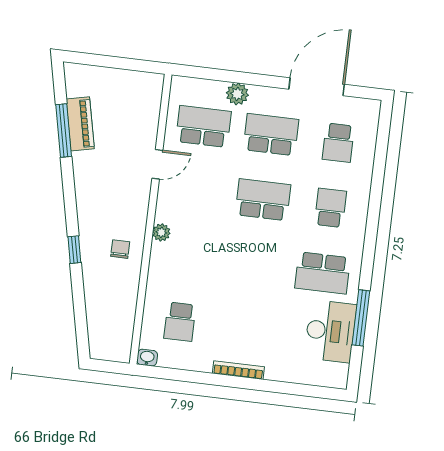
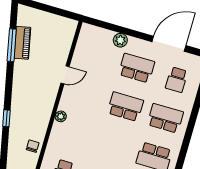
school desk: (204, 126) -> (97, 57), removed
school desk: (330, 208) -> (165, 118), width x1.85
chair: (120, 249) -> (33, 146), moved

